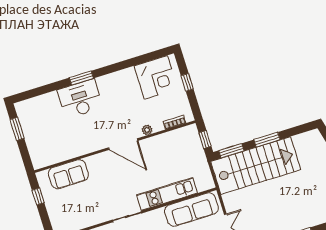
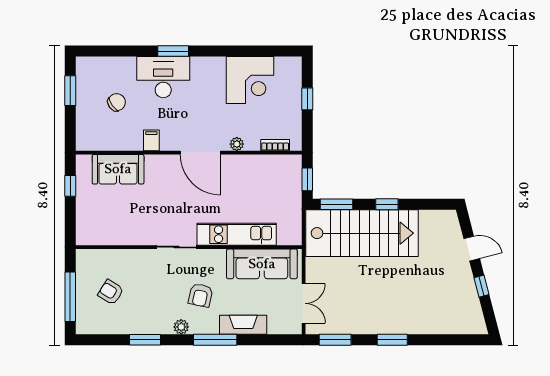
corner desk: (156, 77) -> (250, 80), moved
chair: (52, 127) -> (117, 102), added
window: (267, 140) -> (387, 204), width x0.67
filing cabinet: (86, 146) -> (151, 140), added

